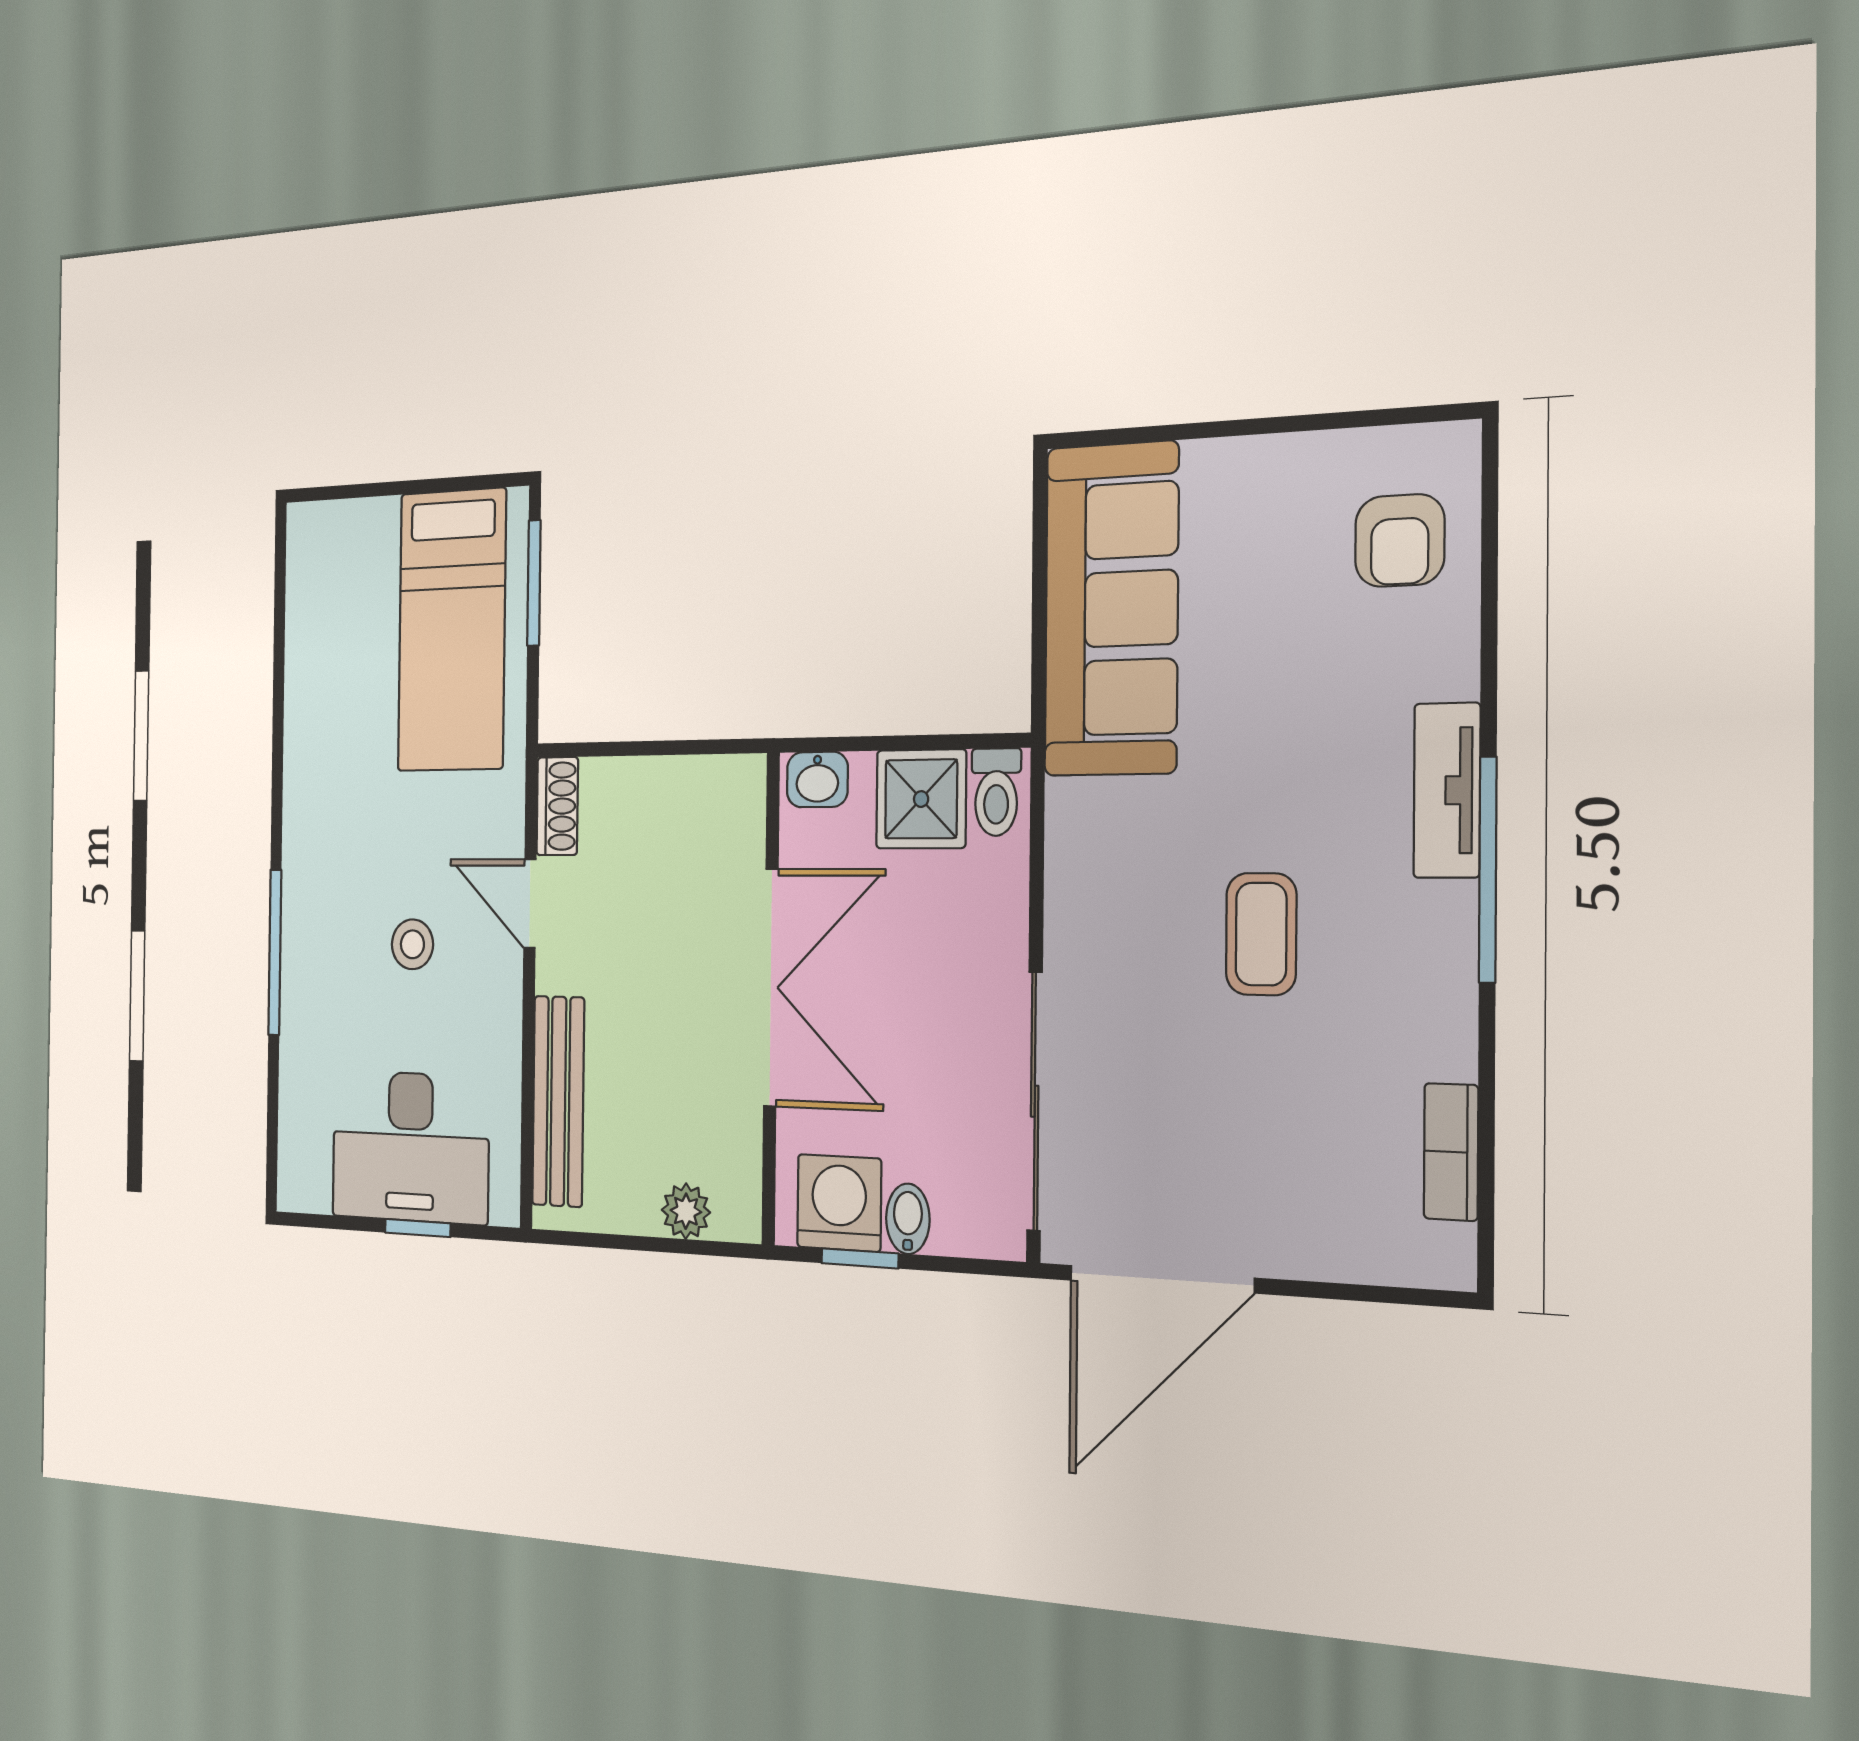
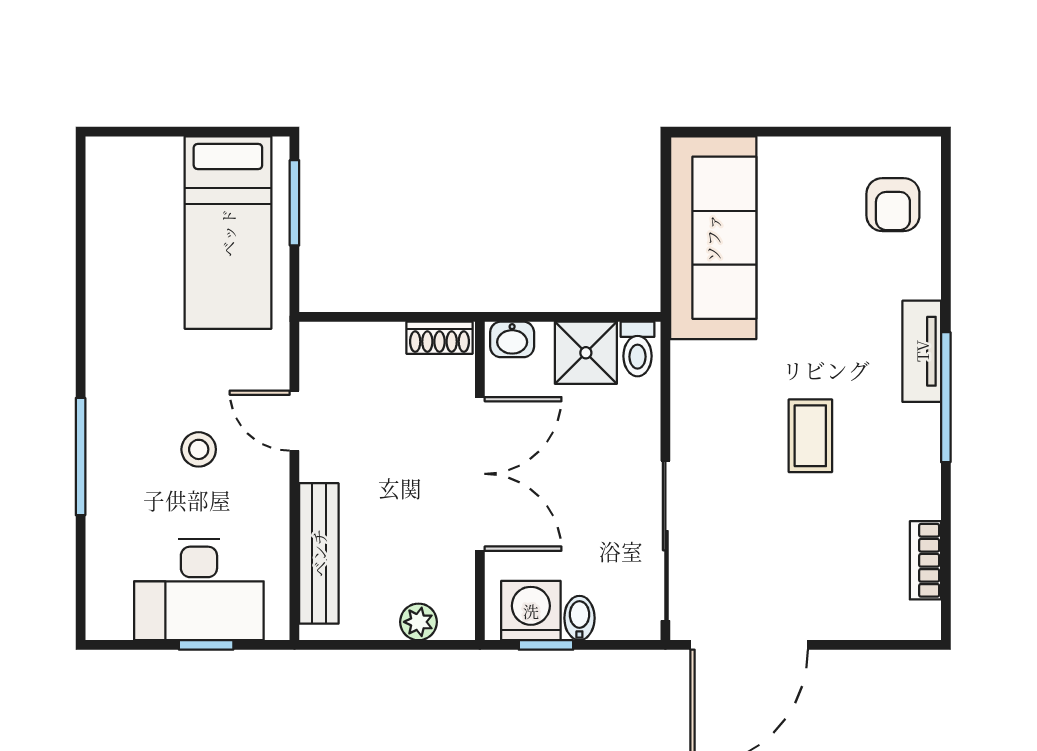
shoe rack: (557, 806) -> (440, 338), moved, turned 90

